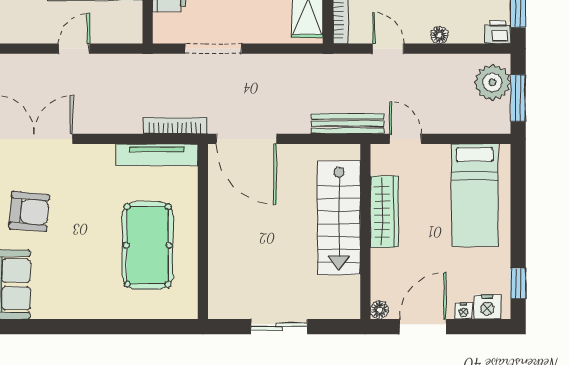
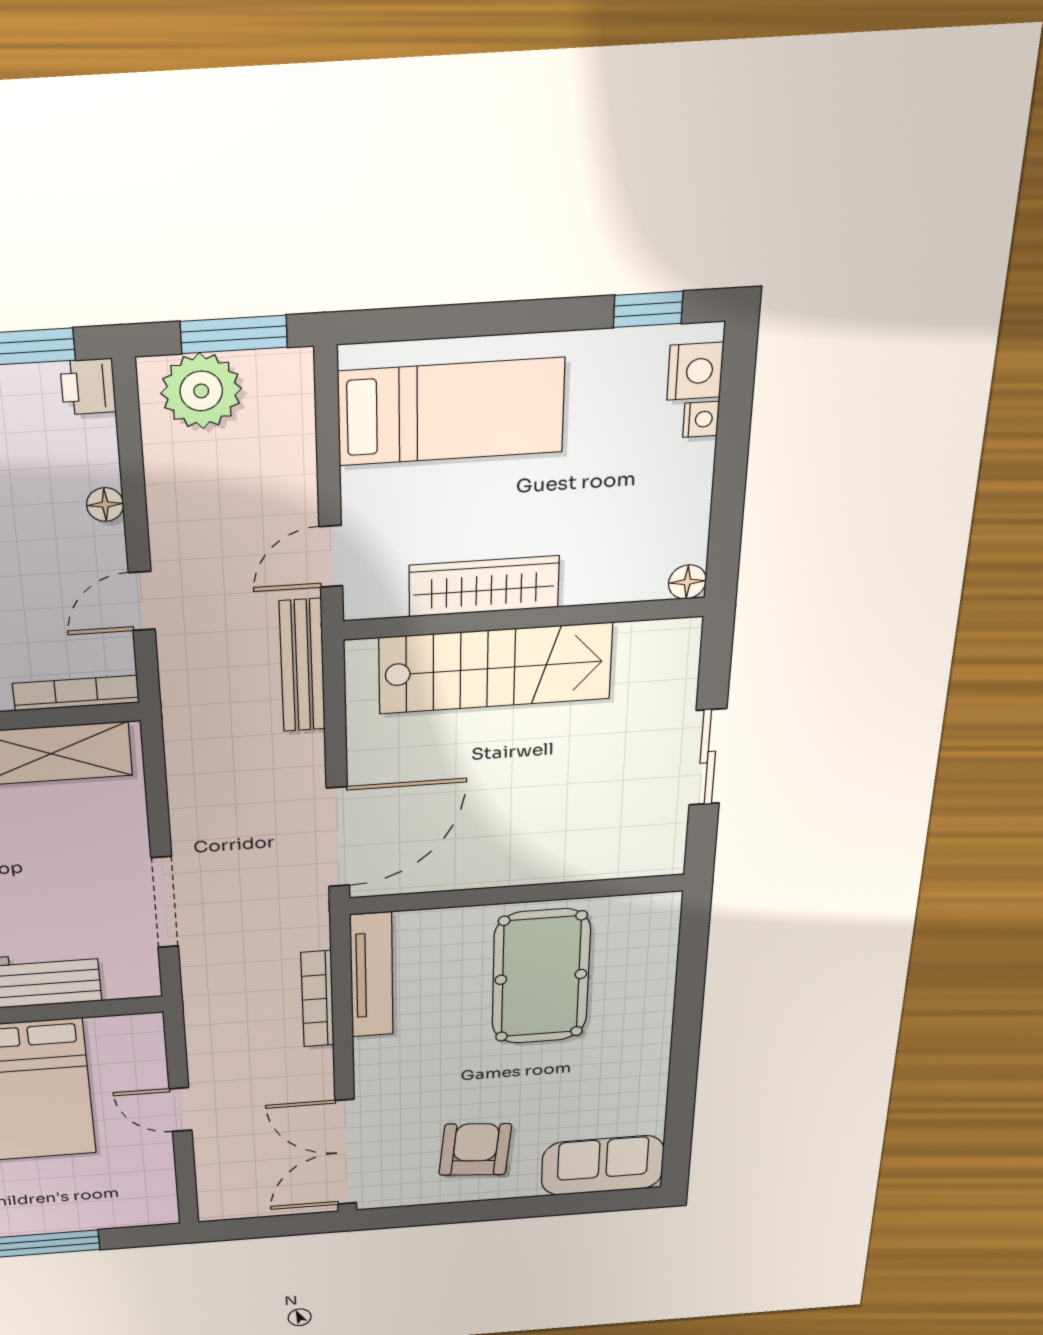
bookcase: (175, 126) -> (317, 999), moved
pool table: (148, 245) -> (541, 977), turned 90
door: (423, 327) -> (728, 498), removed

